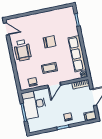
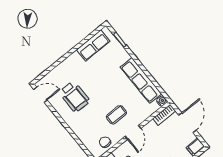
row of seats: (58, 15) -> (93, 46), added
chair: (50, 42) -> (100, 83), removed
wheelchair: (22, 50) -> (74, 97), moved

